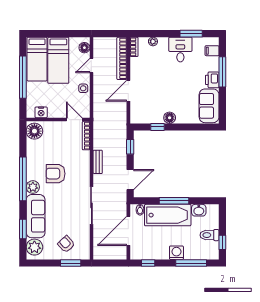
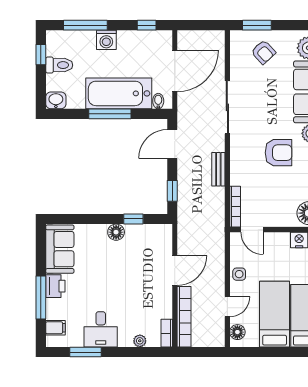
washbasin: (199, 210) -> (56, 100), moved

